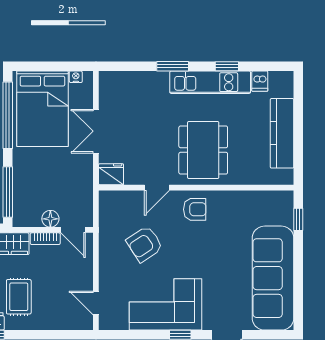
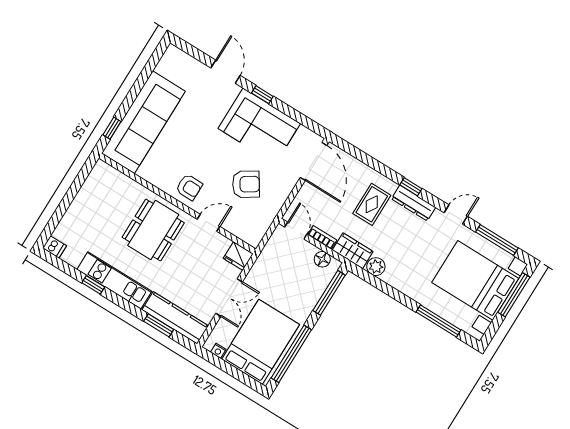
window: (173, 66) -> (159, 325), moved
dishwasher: (260, 81) -> (55, 247), moved, turned 90
kitchen counter: (282, 133) -> (175, 318), moved, turned -90
armchair: (195, 209) -> (189, 187), turned 180
floor lamp: (50, 219) -> (322, 259), moved
sofa: (273, 278) -> (143, 122), moved
door: (96, 303) -> (314, 161), width x1.88

